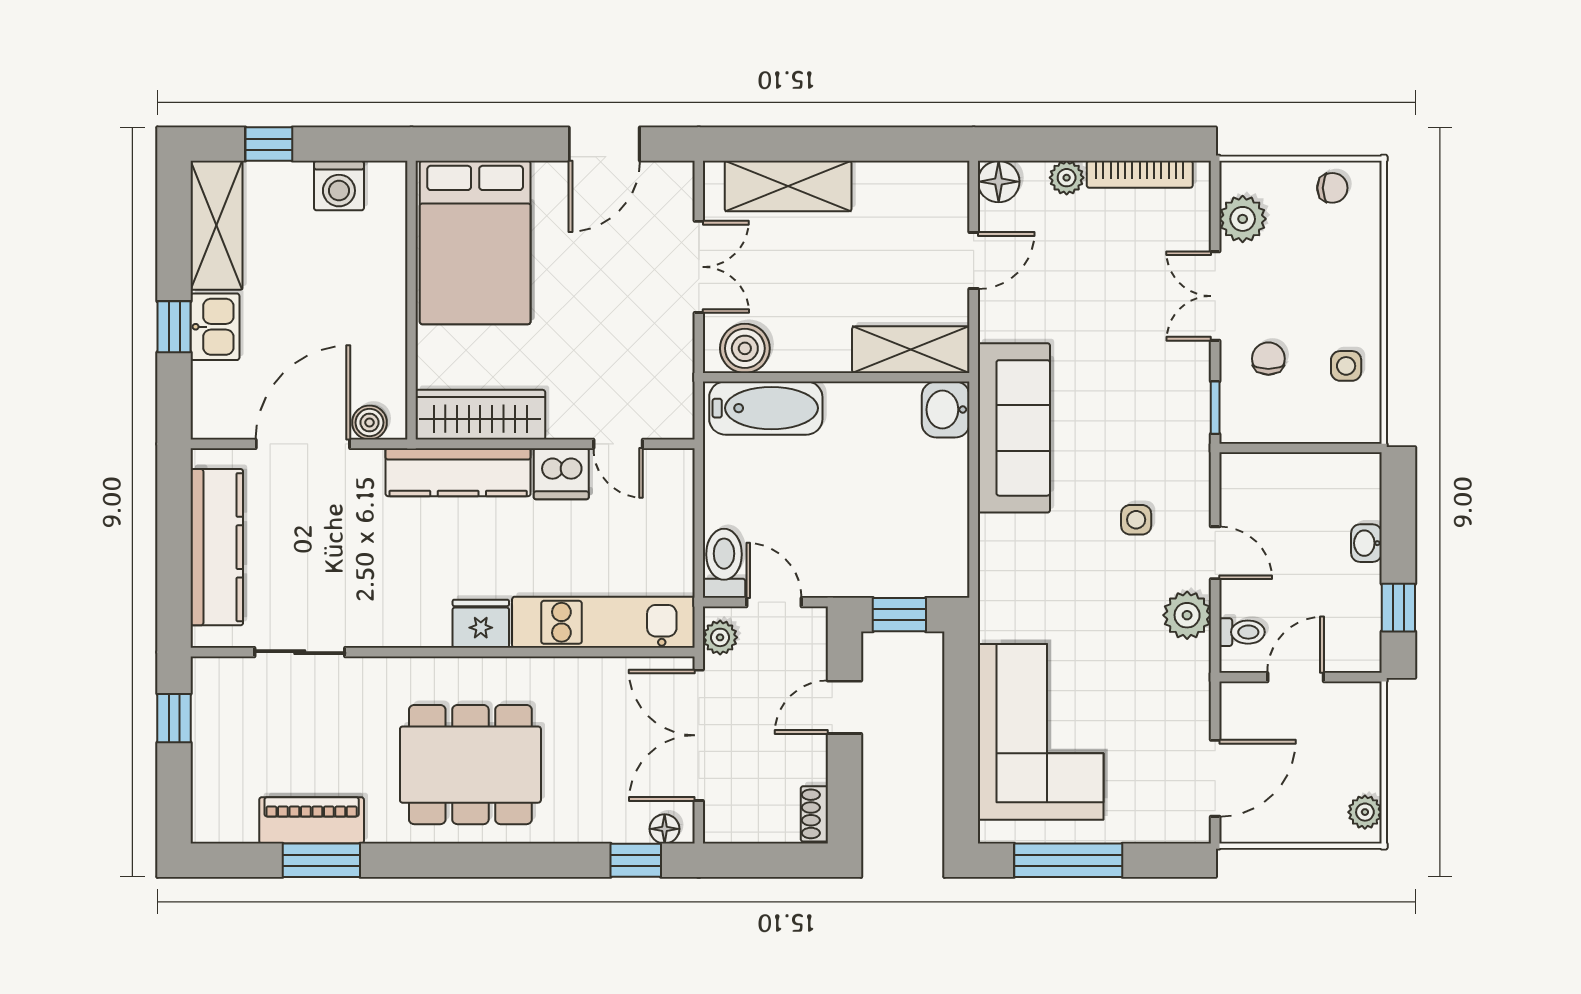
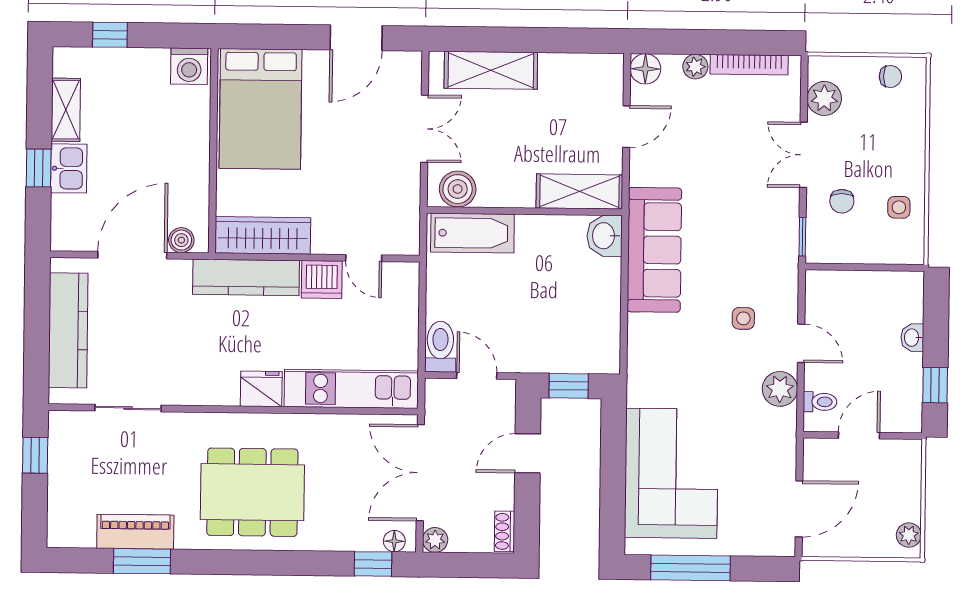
washing machine: (339, 186) -> (189, 66), moved
shelving: (217, 225) -> (66, 110), width x0.67, depth x0.75
chair: (1268, 359) -> (842, 201), turned 180
plant: (720, 637) -> (435, 540), moved

